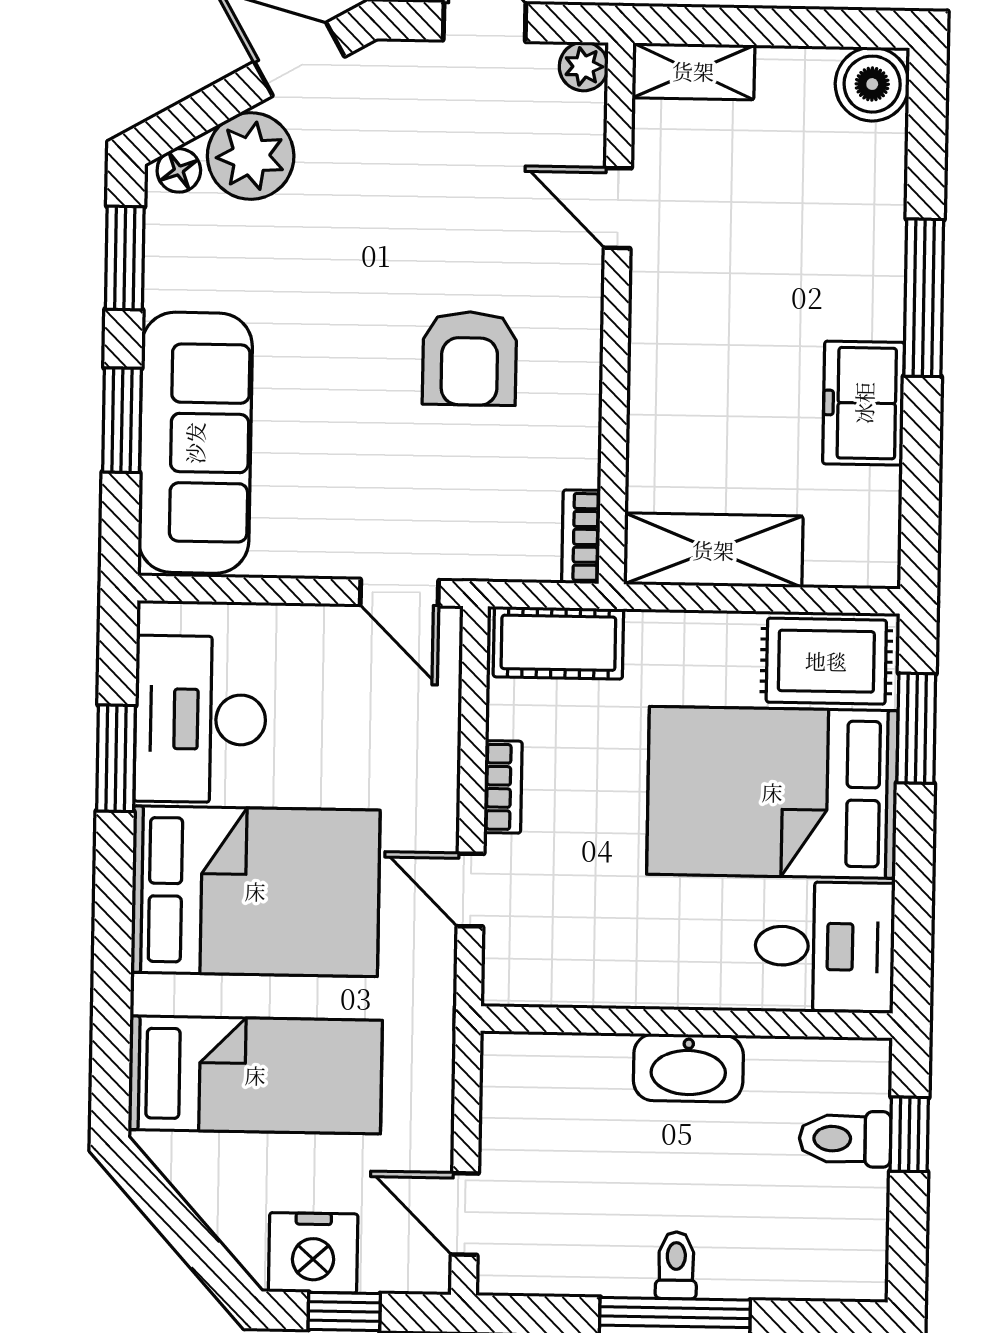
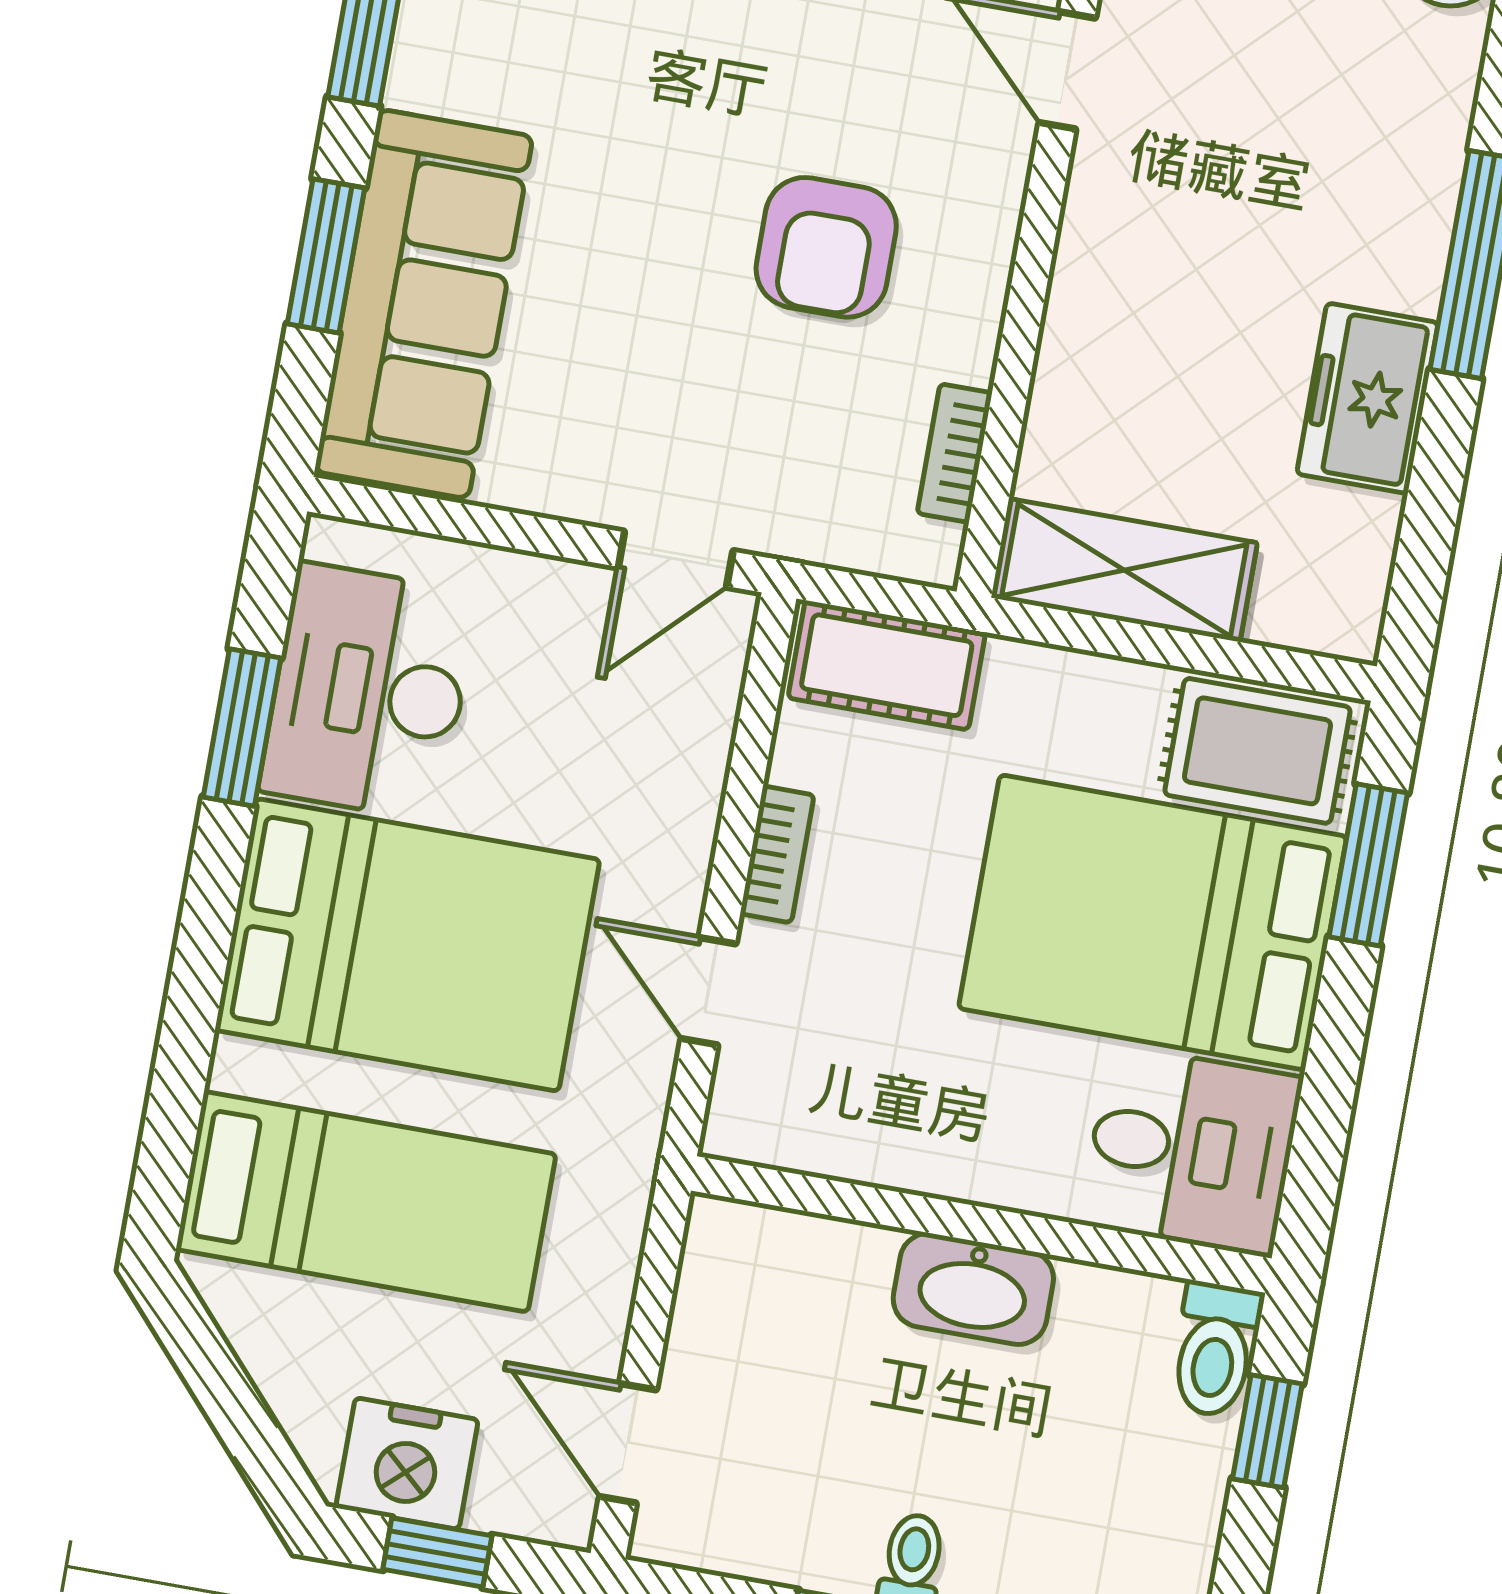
bookcase: (581, 537) -> (955, 453), moved
door: (399, 593) -> (676, 559), hinge flipped
toilet: (845, 1139) -> (1216, 1350), moved, turned -90

